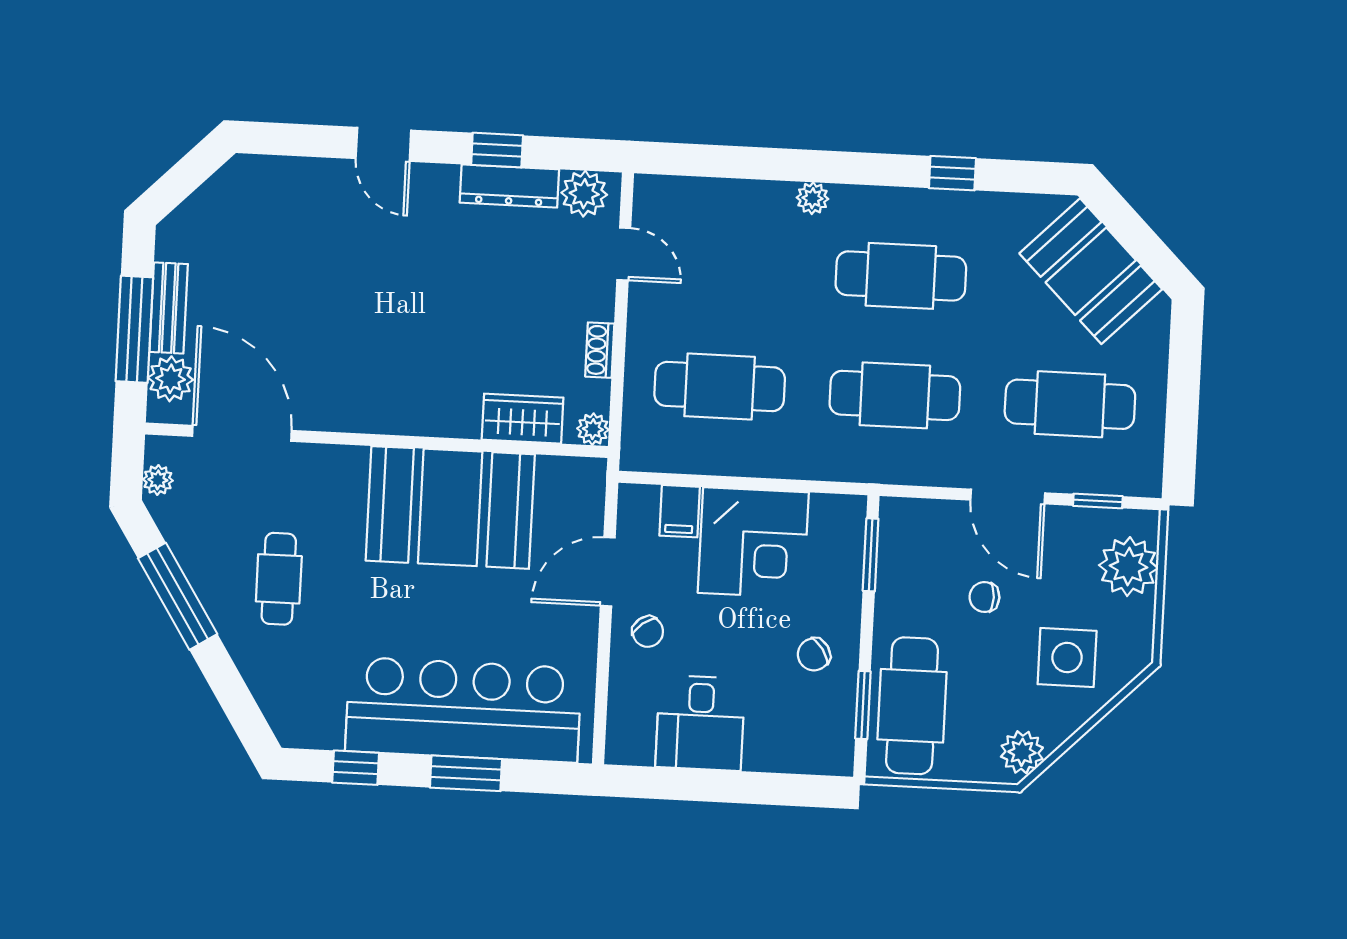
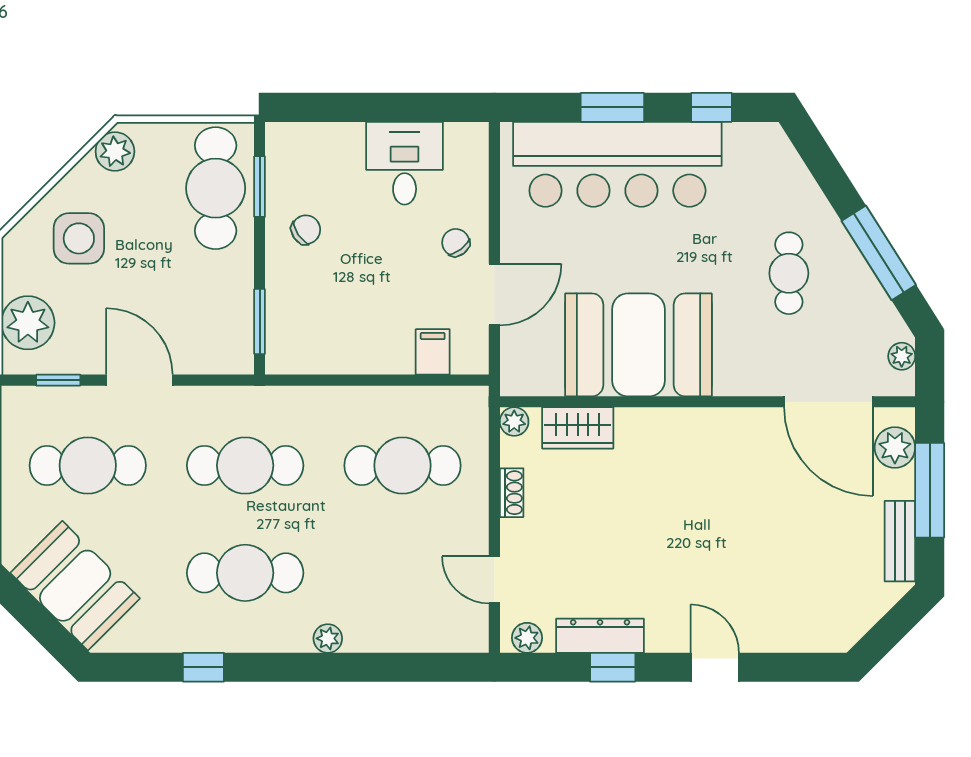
plant: (584, 194) -> (527, 638), width x0.73, depth x0.73
bench: (169, 308) -> (900, 541), moved
corner desk: (753, 543) -> (365, 327), removed
chair: (984, 597) -> (156, 289), removed

